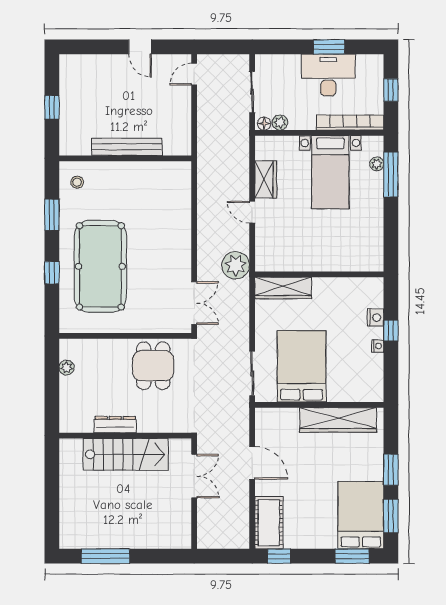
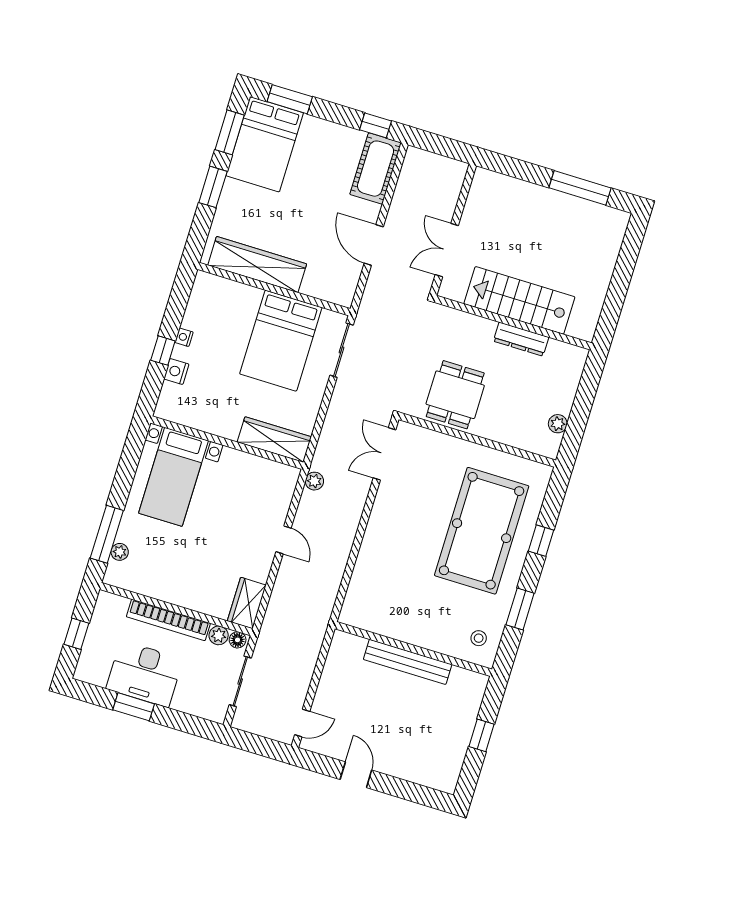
bookcase: (350, 123) -> (168, 620), moved
bed with nightstands: (330, 172) -> (173, 477), moved, turned 180
wardrobe: (266, 179) -> (247, 603), moved
plant: (236, 265) -> (314, 481), width x0.53, depth x0.53

